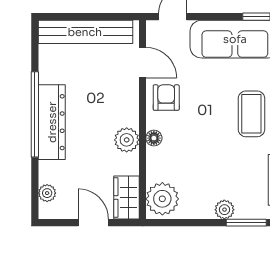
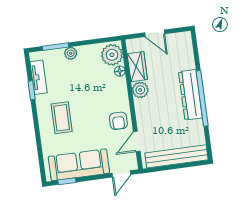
door: (142, 63) -> (137, 141), hinge flipped
floor lamp: (154, 138) -> (120, 71), moved
plant: (47, 193) -> (187, 48), removed
wardrobe: (126, 198) -> (137, 67), moved

